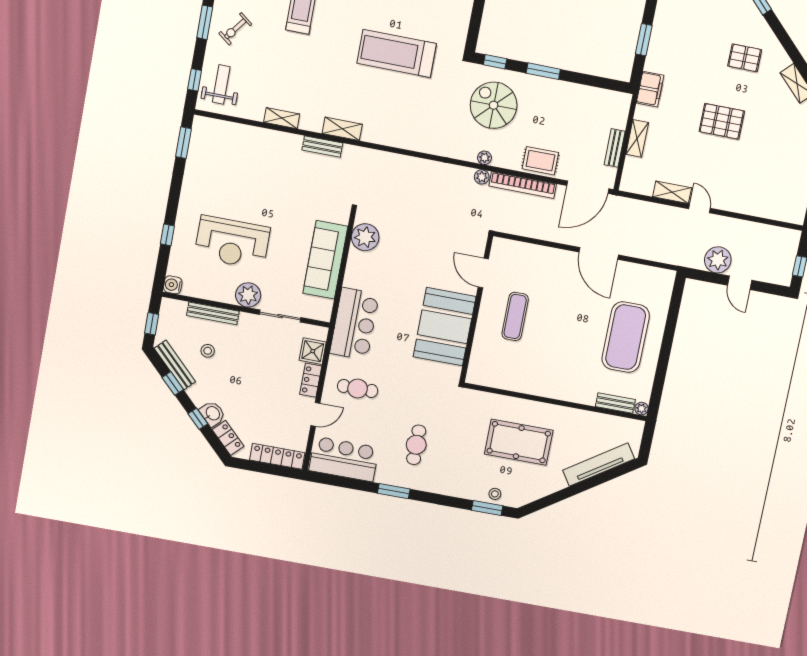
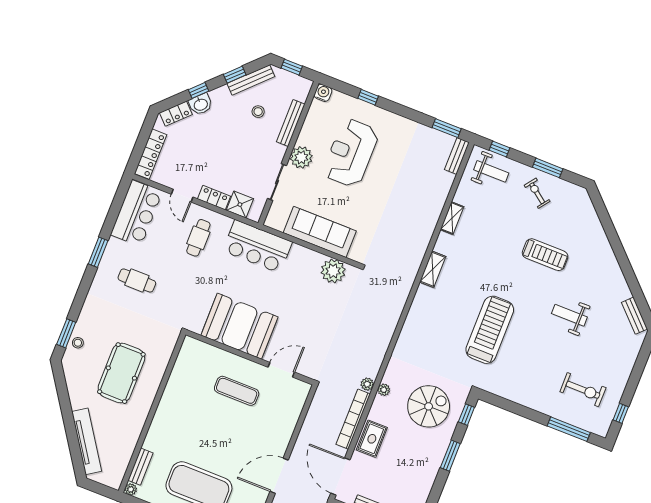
bench: (322, 147) -> (457, 156), moved

